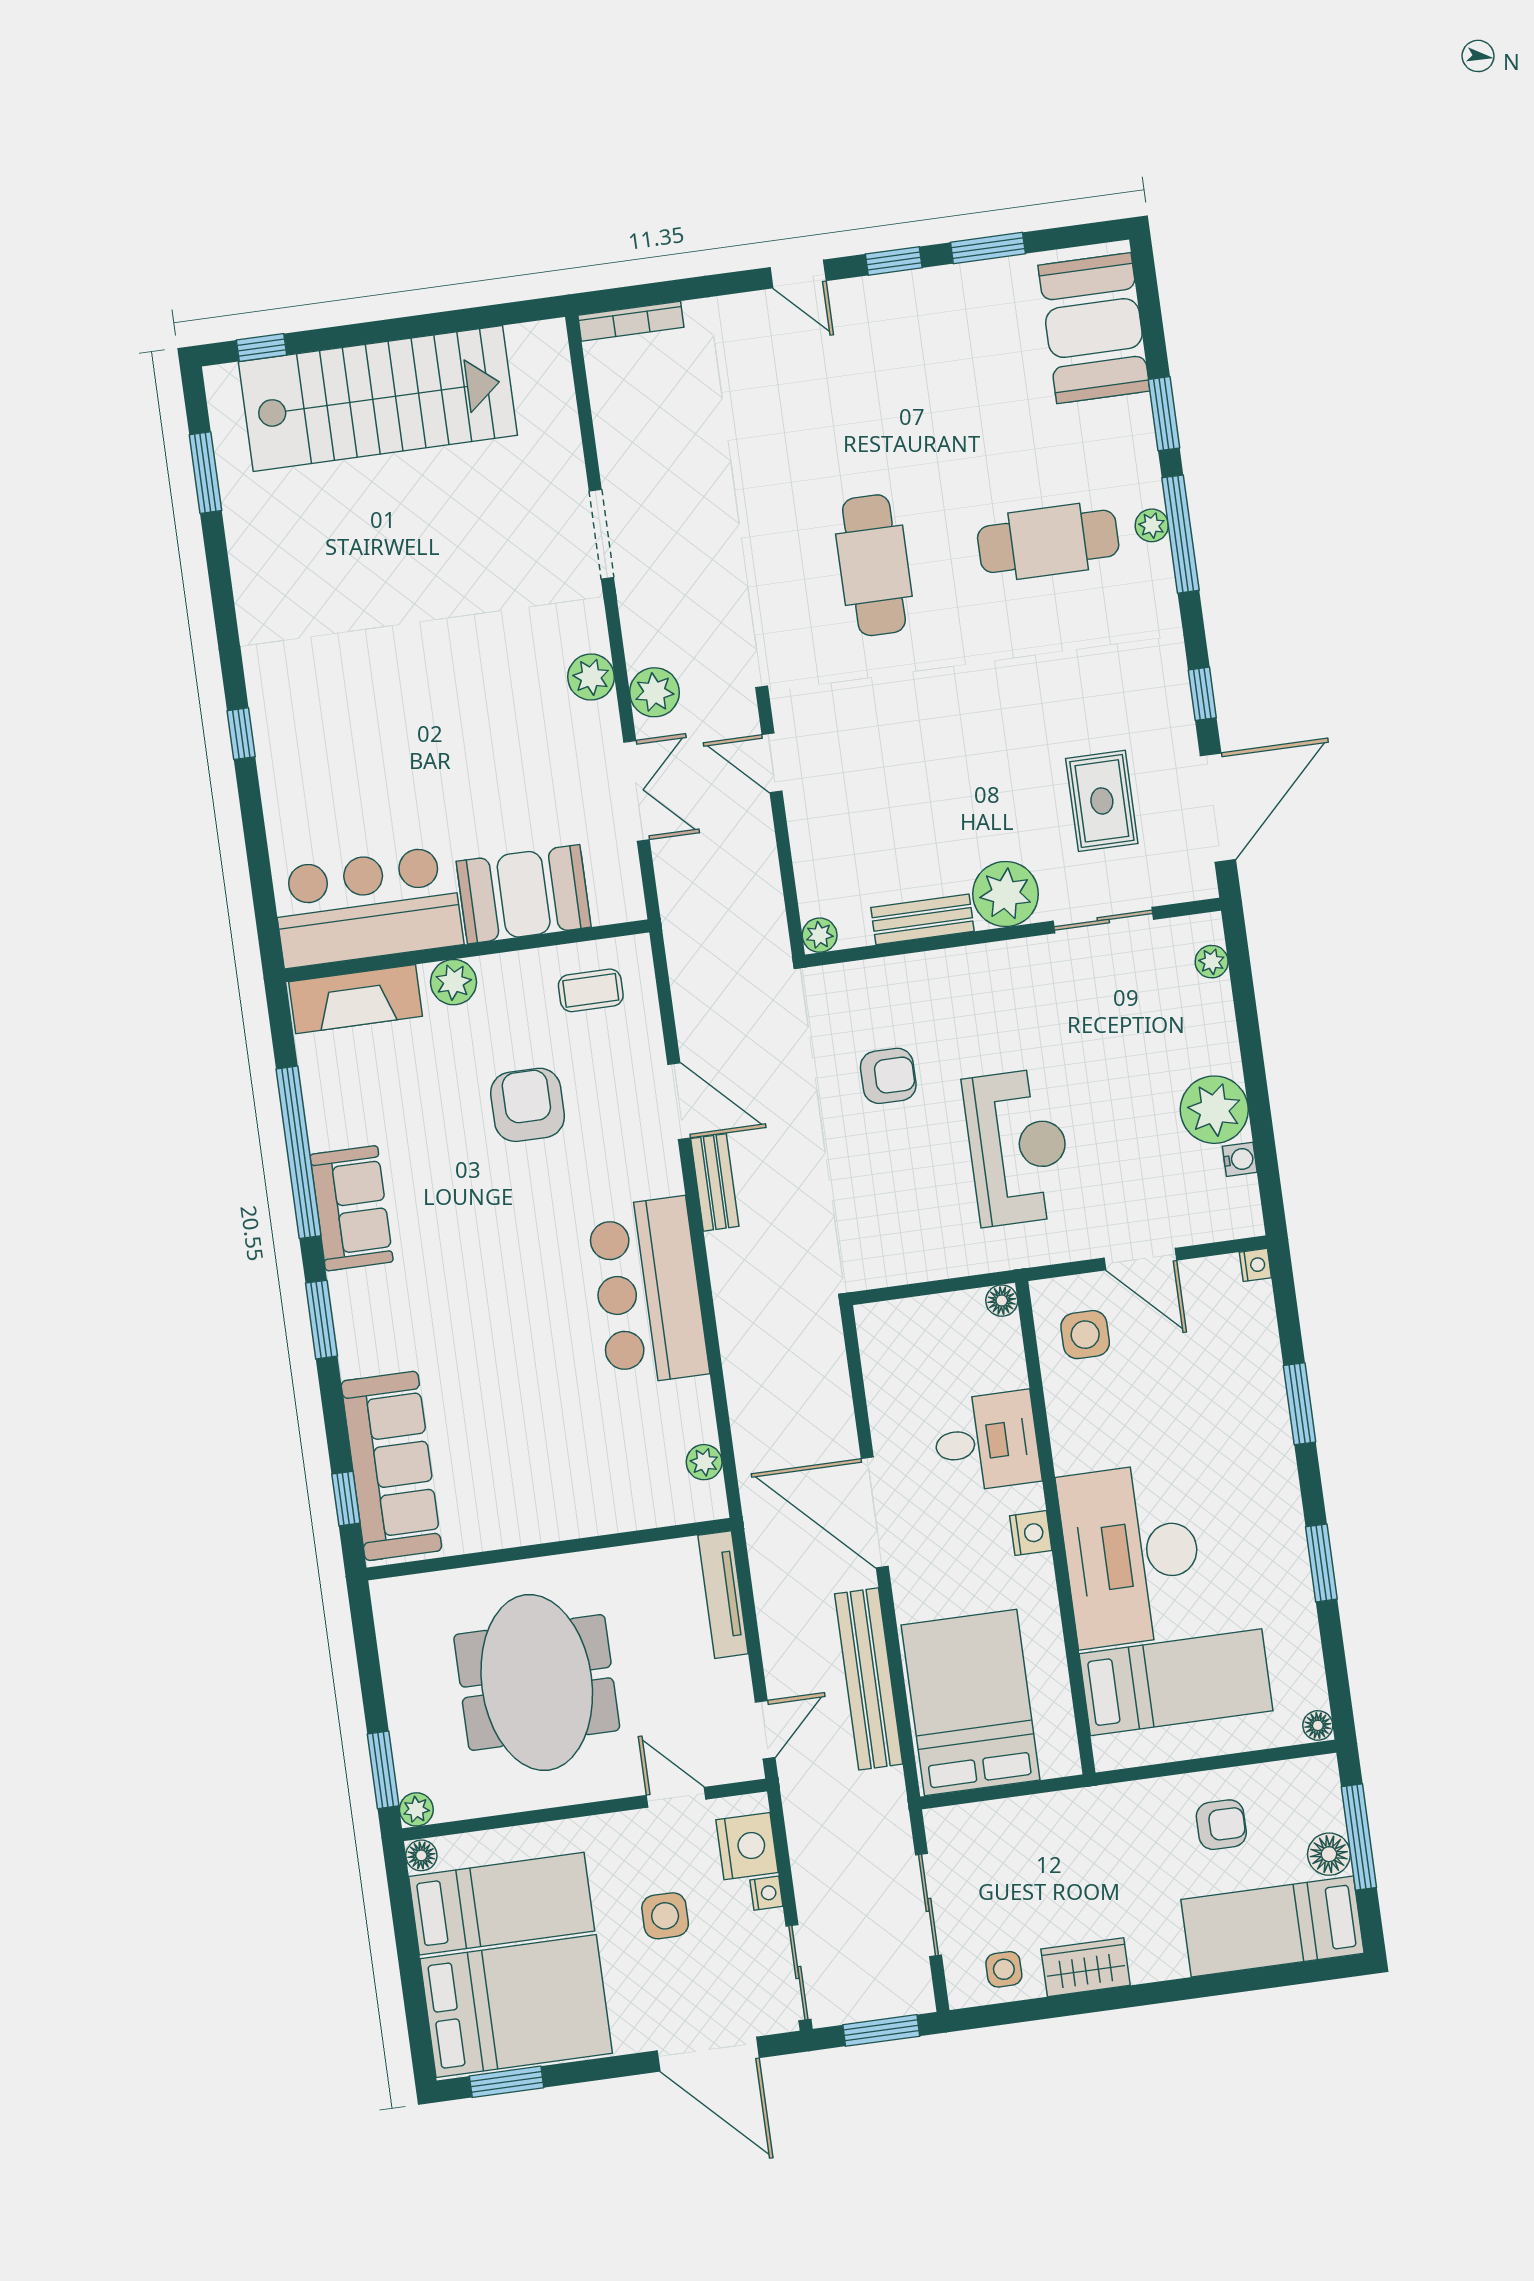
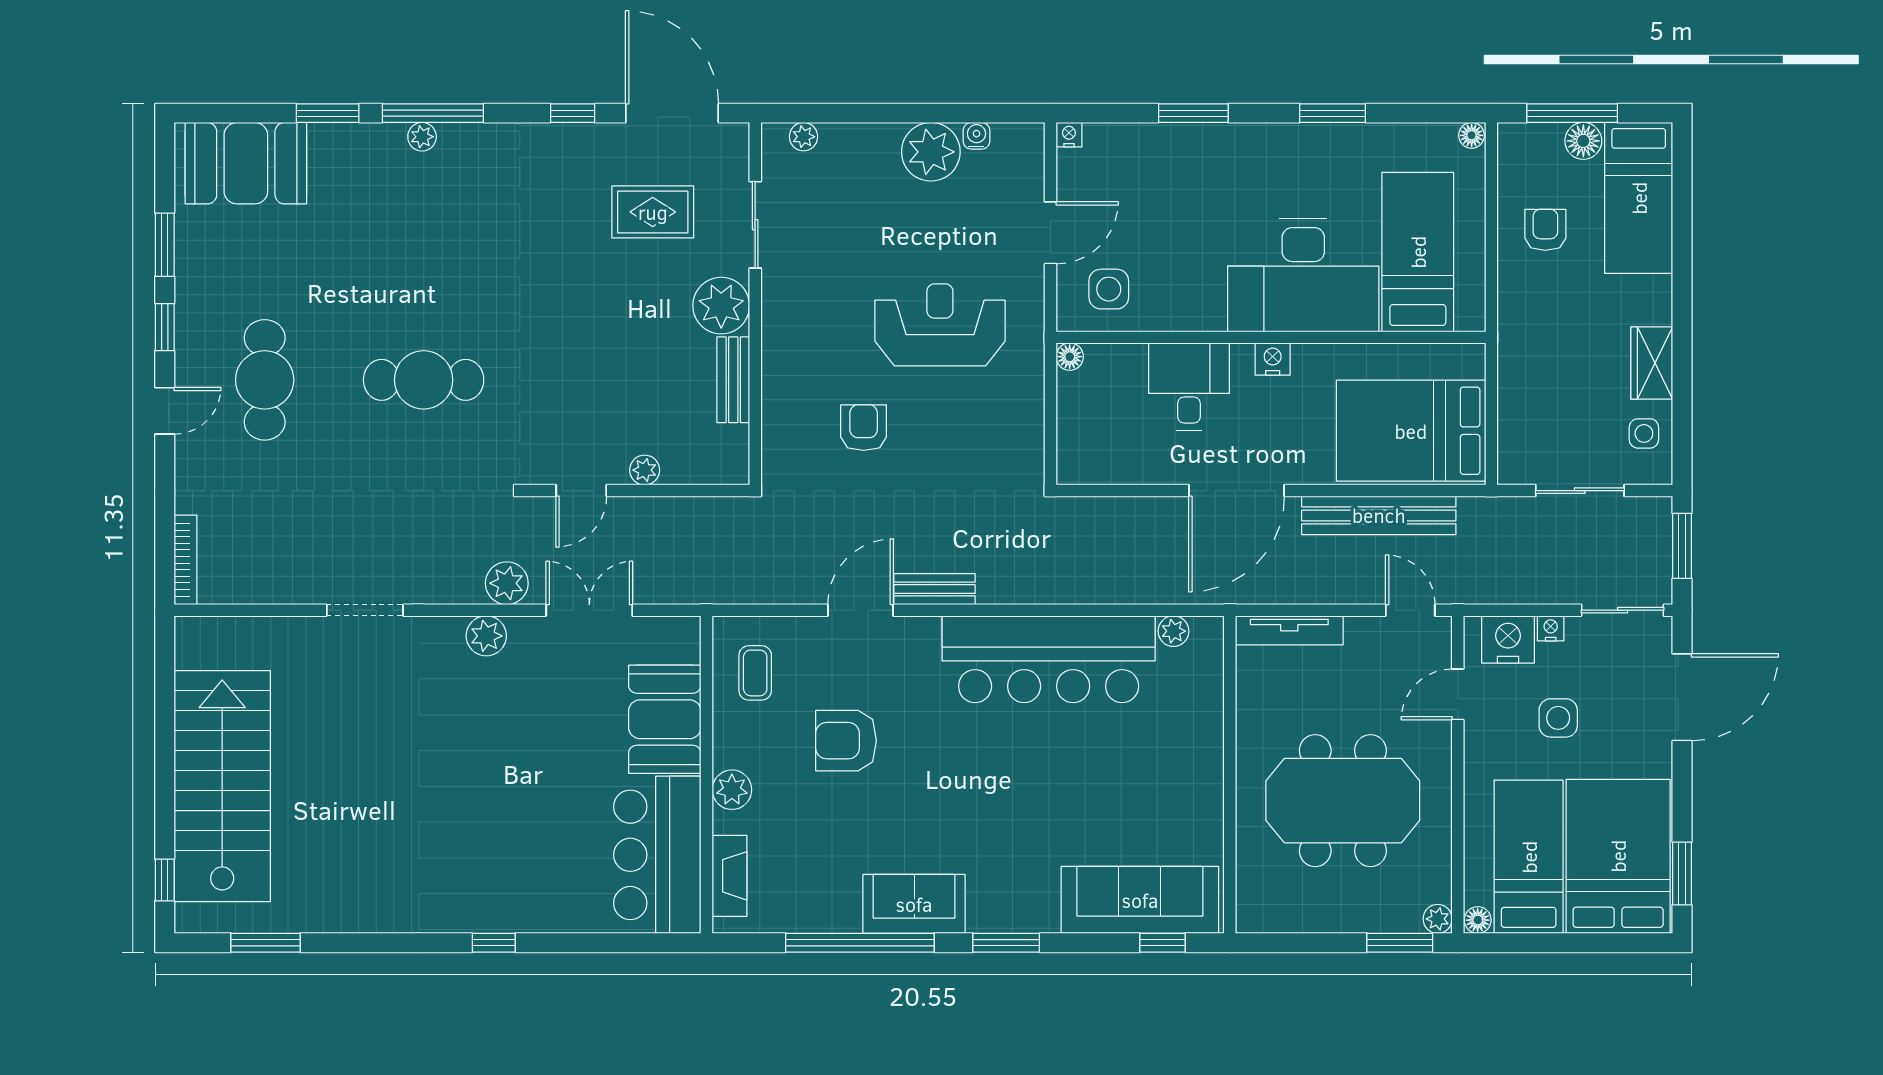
cafe table: (1048, 541) -> (265, 380), moved
plant: (820, 935) -> (645, 470), moved
fireplace: (356, 999) -> (729, 876), width x0.73, depth x0.76
bar counter: (648, 1291) -> (1049, 659), width x1.36

